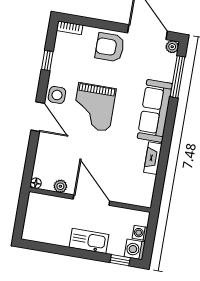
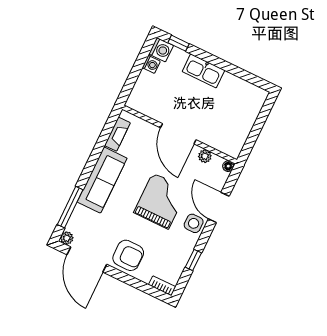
floor lamp: (36, 183) -> (228, 166), moved
plant: (60, 186) -> (205, 156), moved
wall: (90, 200) -> (180, 134), moved
door: (91, 200) -> (178, 134), moved

